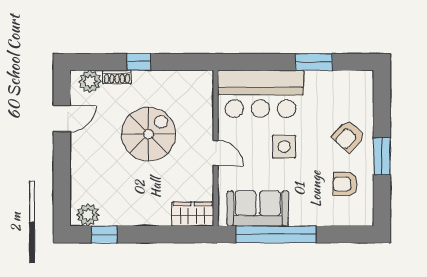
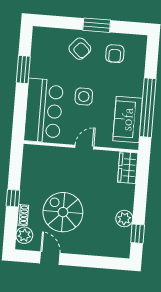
spiral stairs: (149, 134) -> (63, 212), moved
plant: (88, 215) -> (124, 219), moved

